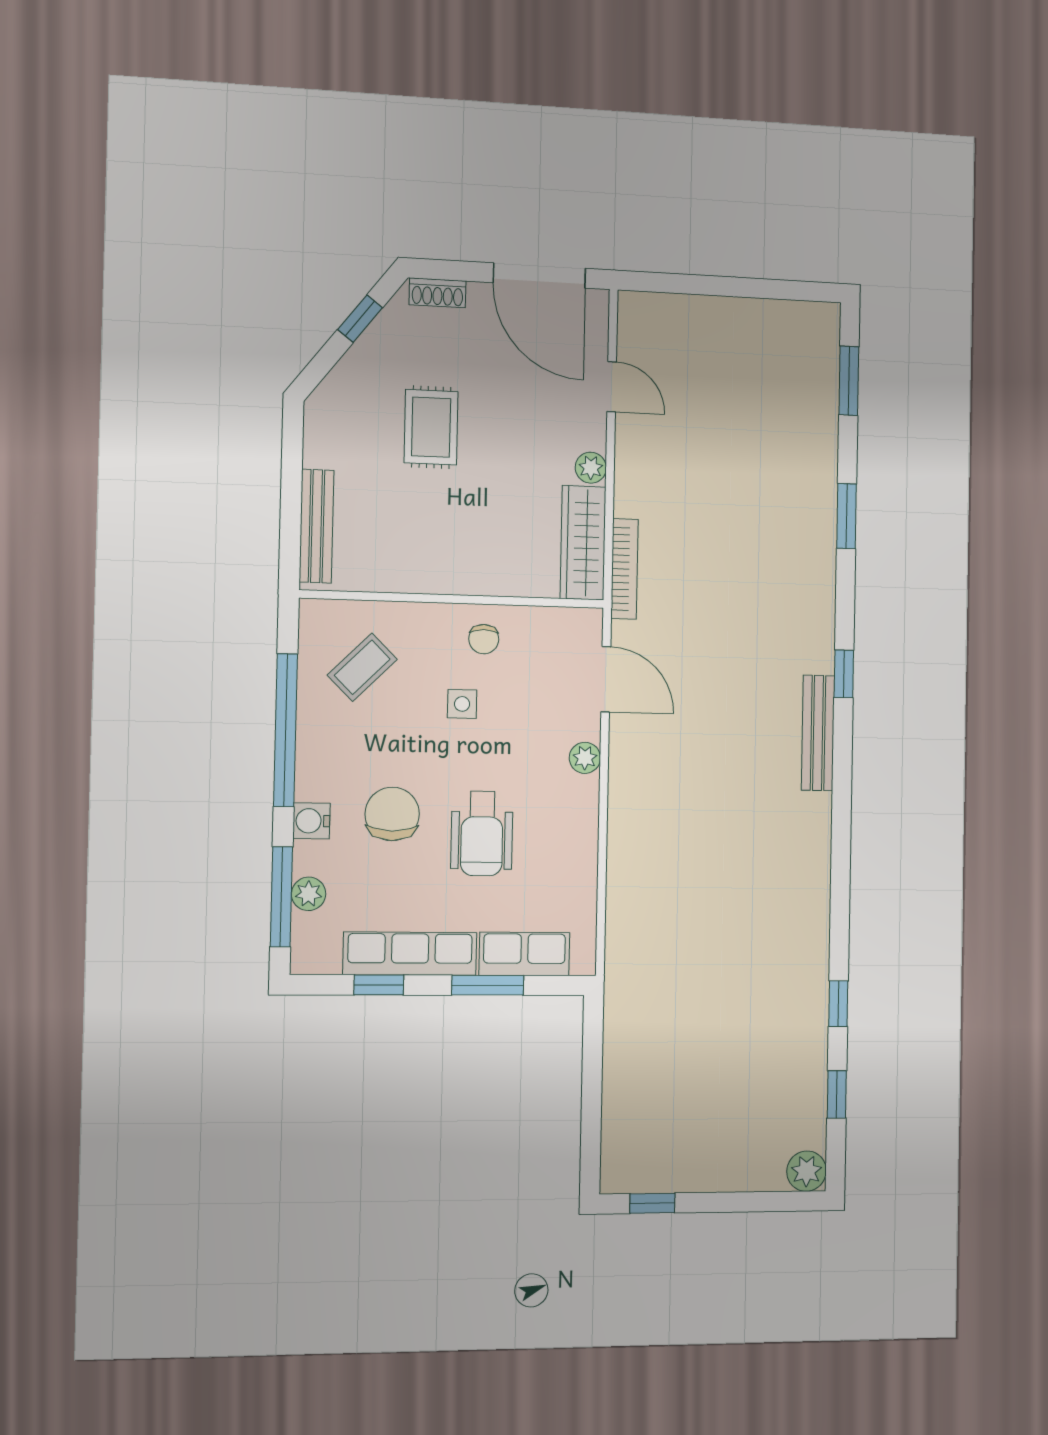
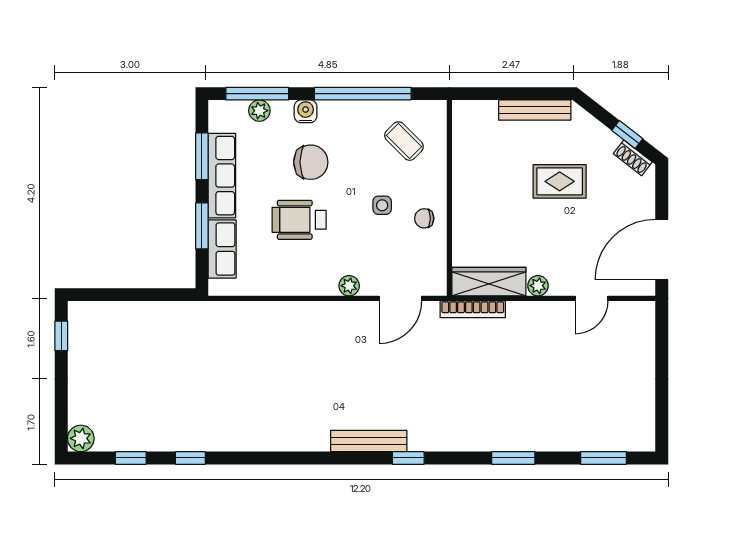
shoe rack: (438, 293) -> (633, 158), moved, turned -52
bench: (317, 526) -> (535, 110), moved
window: (379, 985) -> (202, 156), width x1.50

